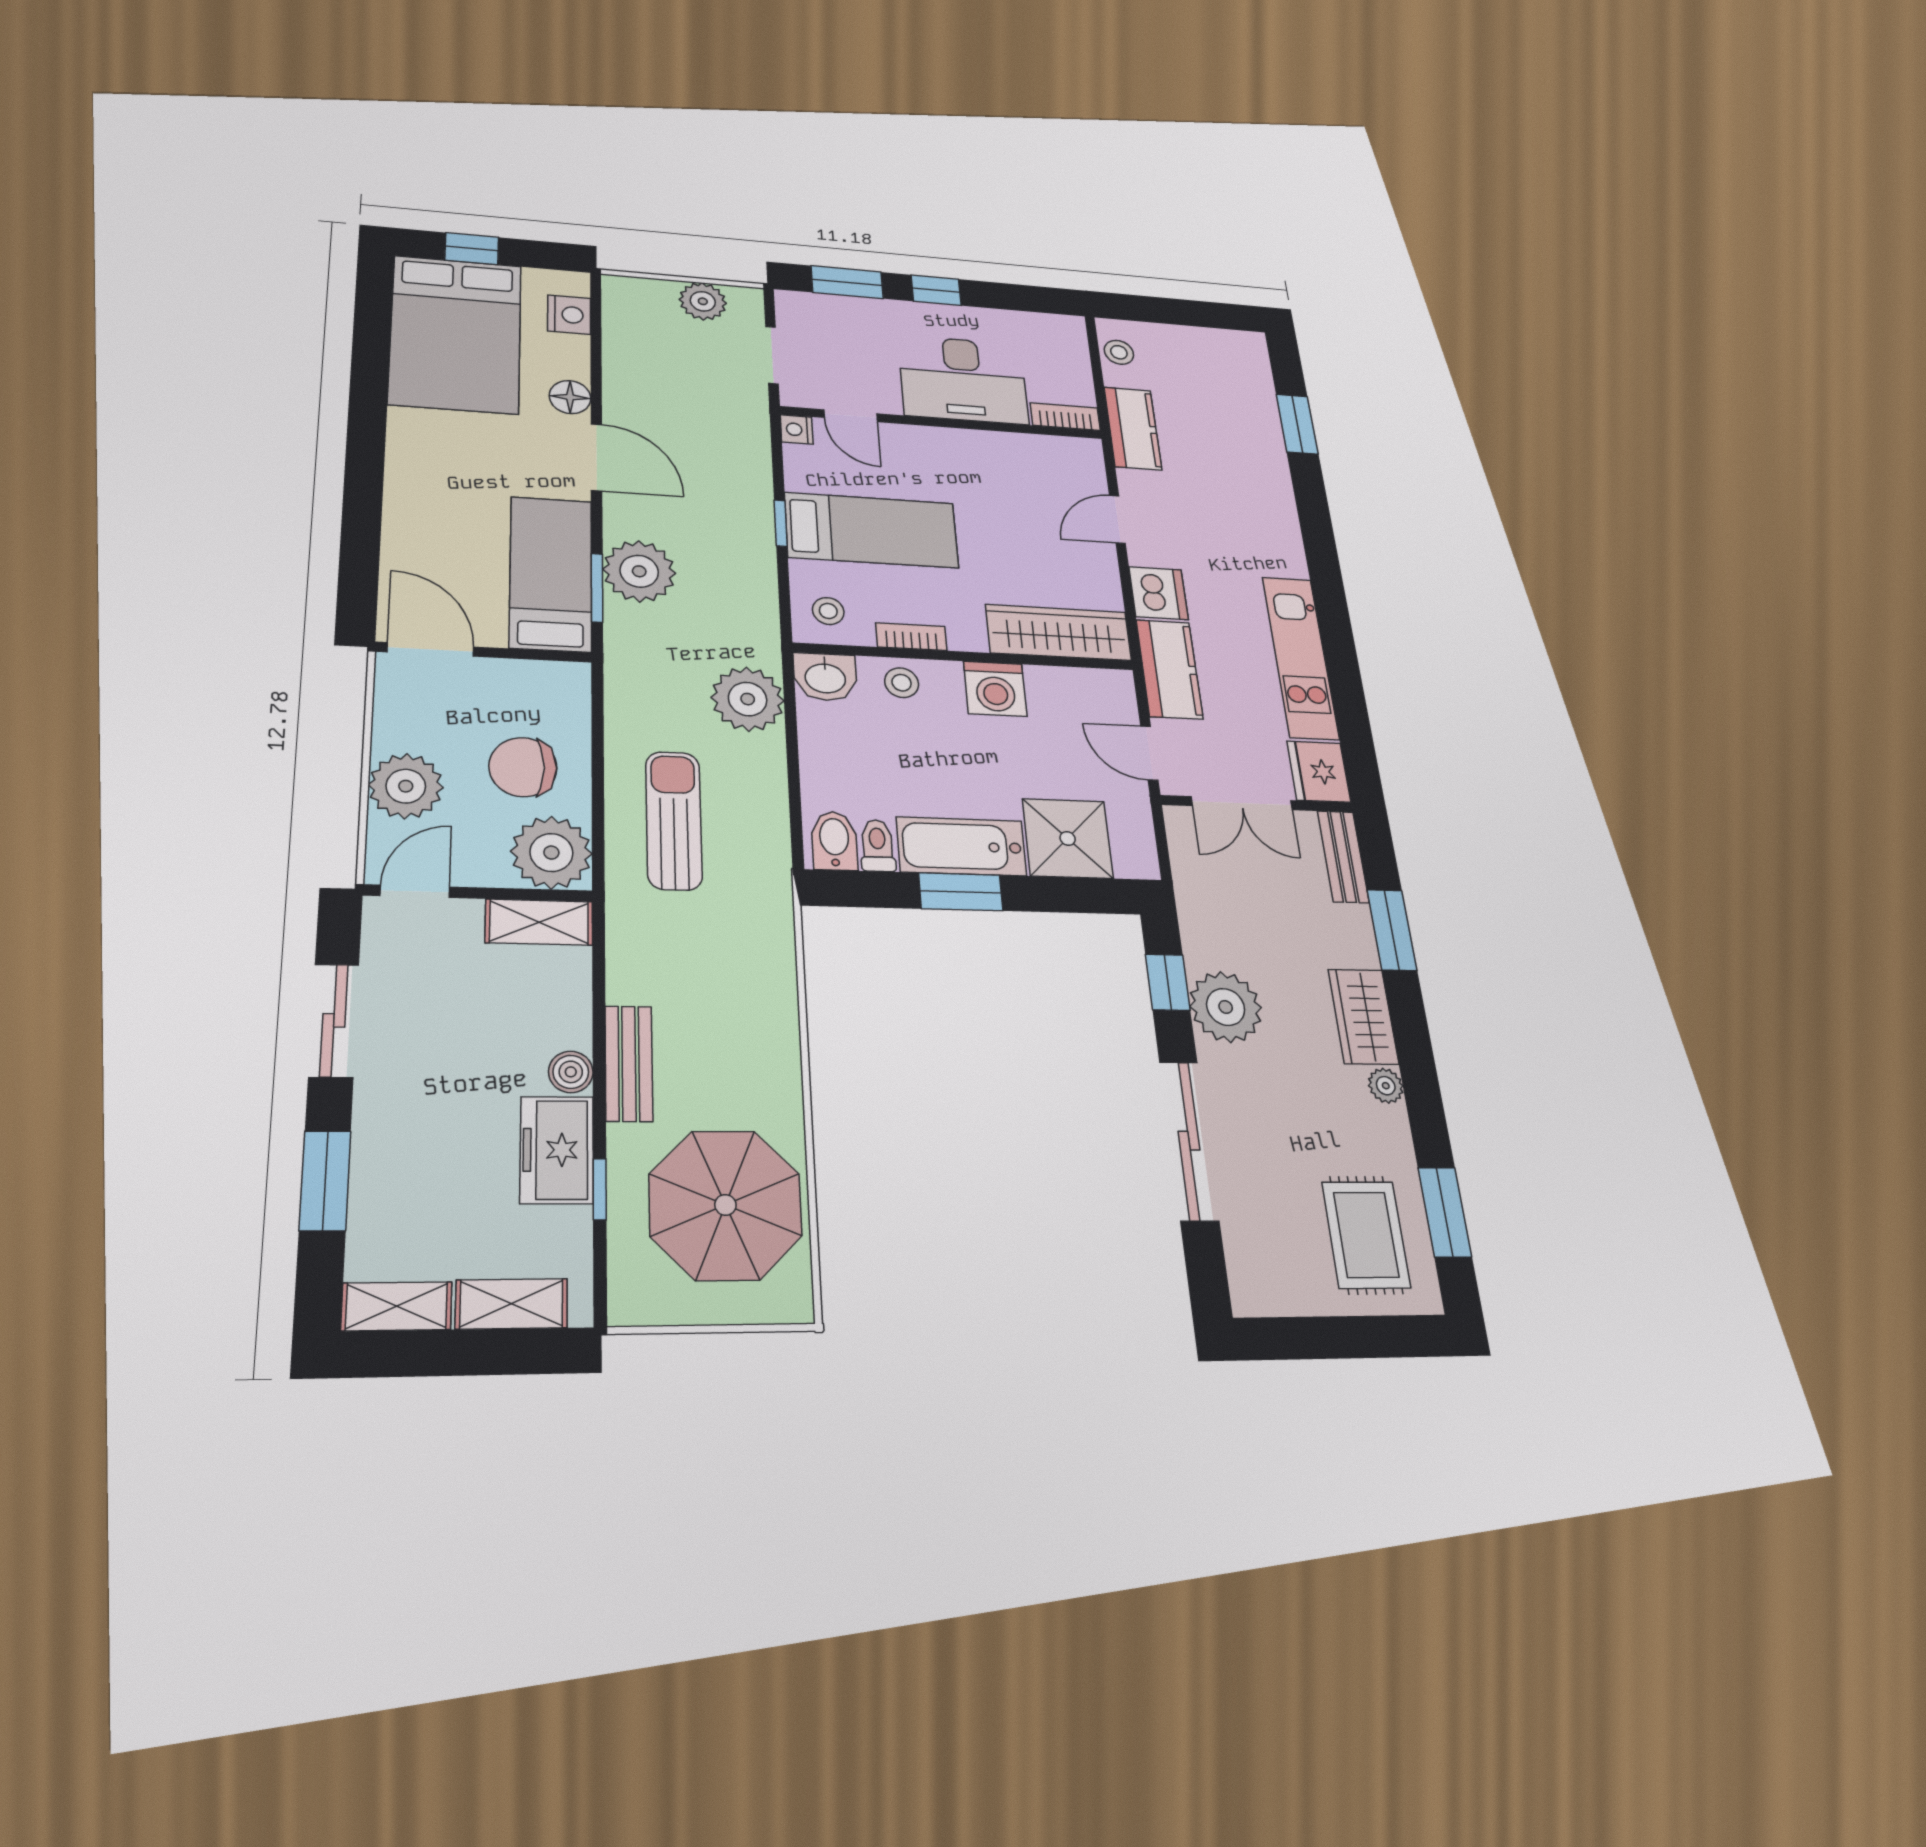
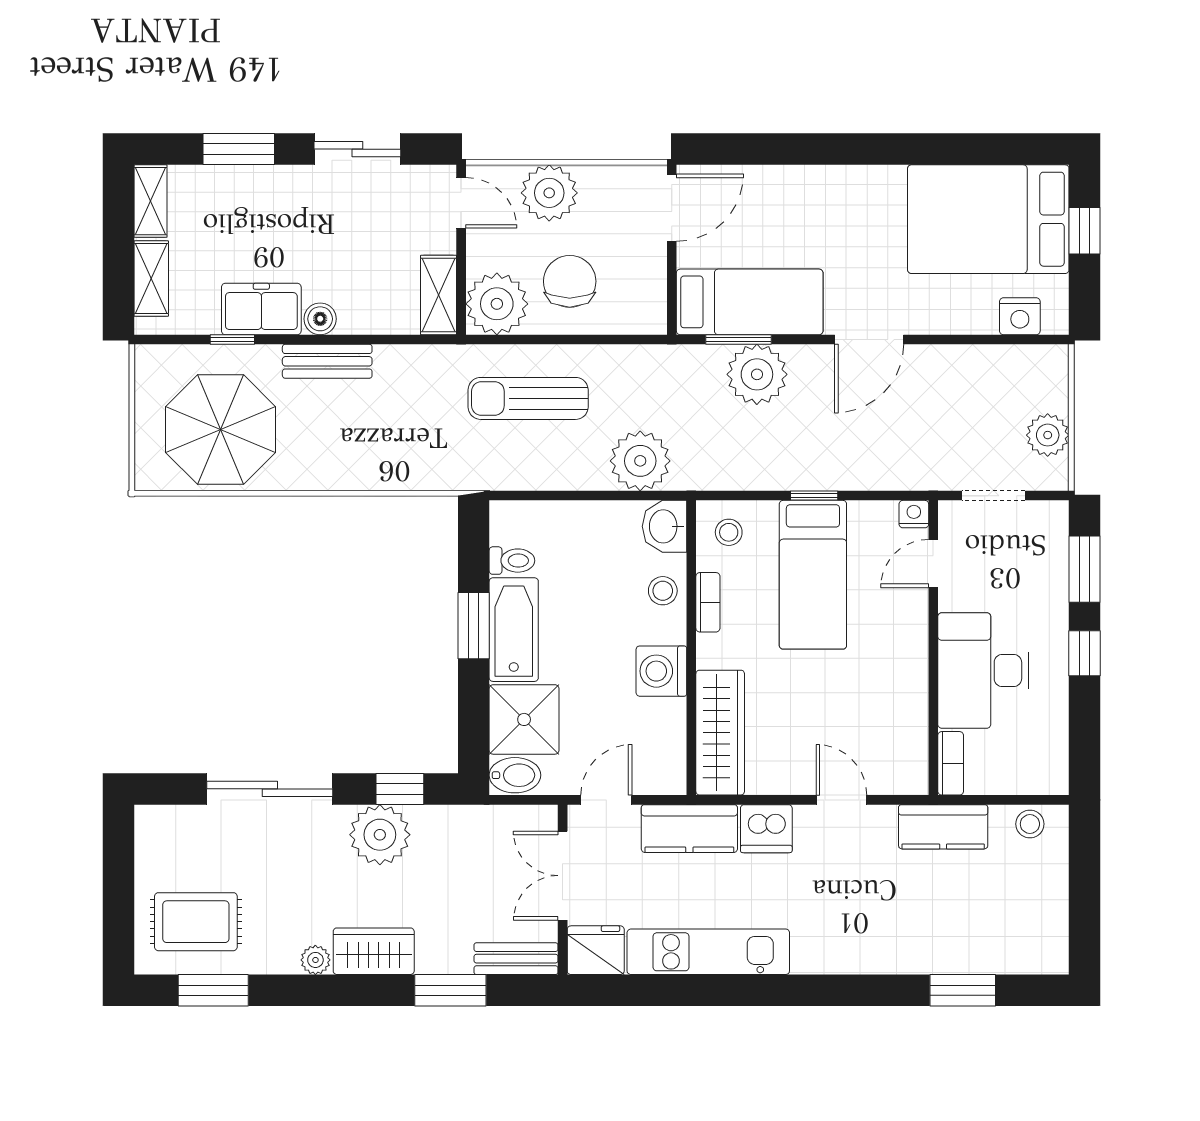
floor lamp: (570, 397) -> (930, 317), removed
sun lounger: (674, 820) -> (528, 398), turned 180
bidet: (834, 841) -> (515, 775), moved

